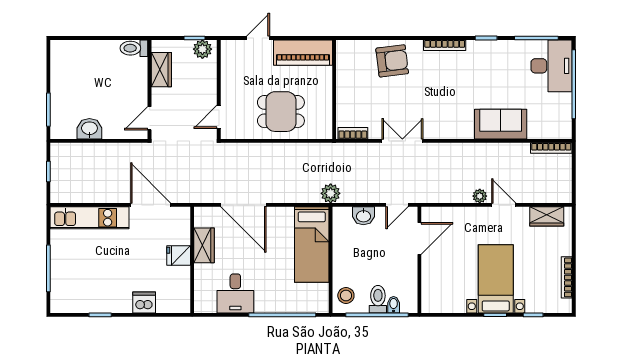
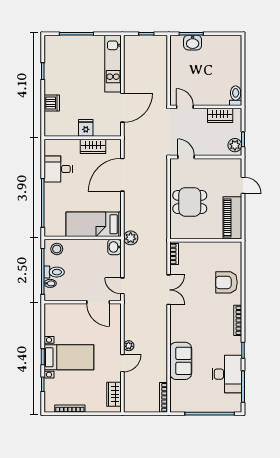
armchair: (392, 61) -> (226, 282), turned 97
desk: (552, 66) -> (227, 374), moved, turned -90
dining table: (281, 112) -> (190, 202), turned 90
washbasin: (89, 129) -> (193, 43), moved, turned 90
washbasin: (363, 216) -> (114, 247), moved

